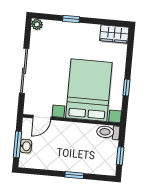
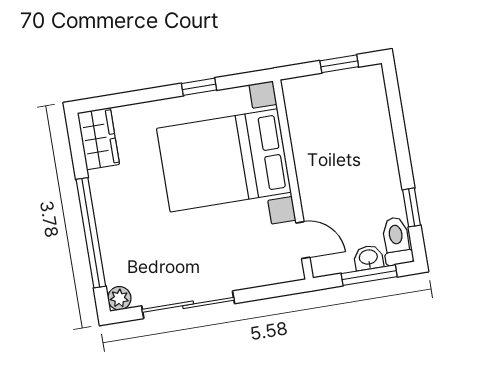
window: (71, 19) -> (91, 233), width x3.17
sliding door: (24, 71) -> (188, 305), moved
toilet: (108, 132) -> (397, 241), moved, turned 180
window: (74, 175) -> (412, 207), moved

